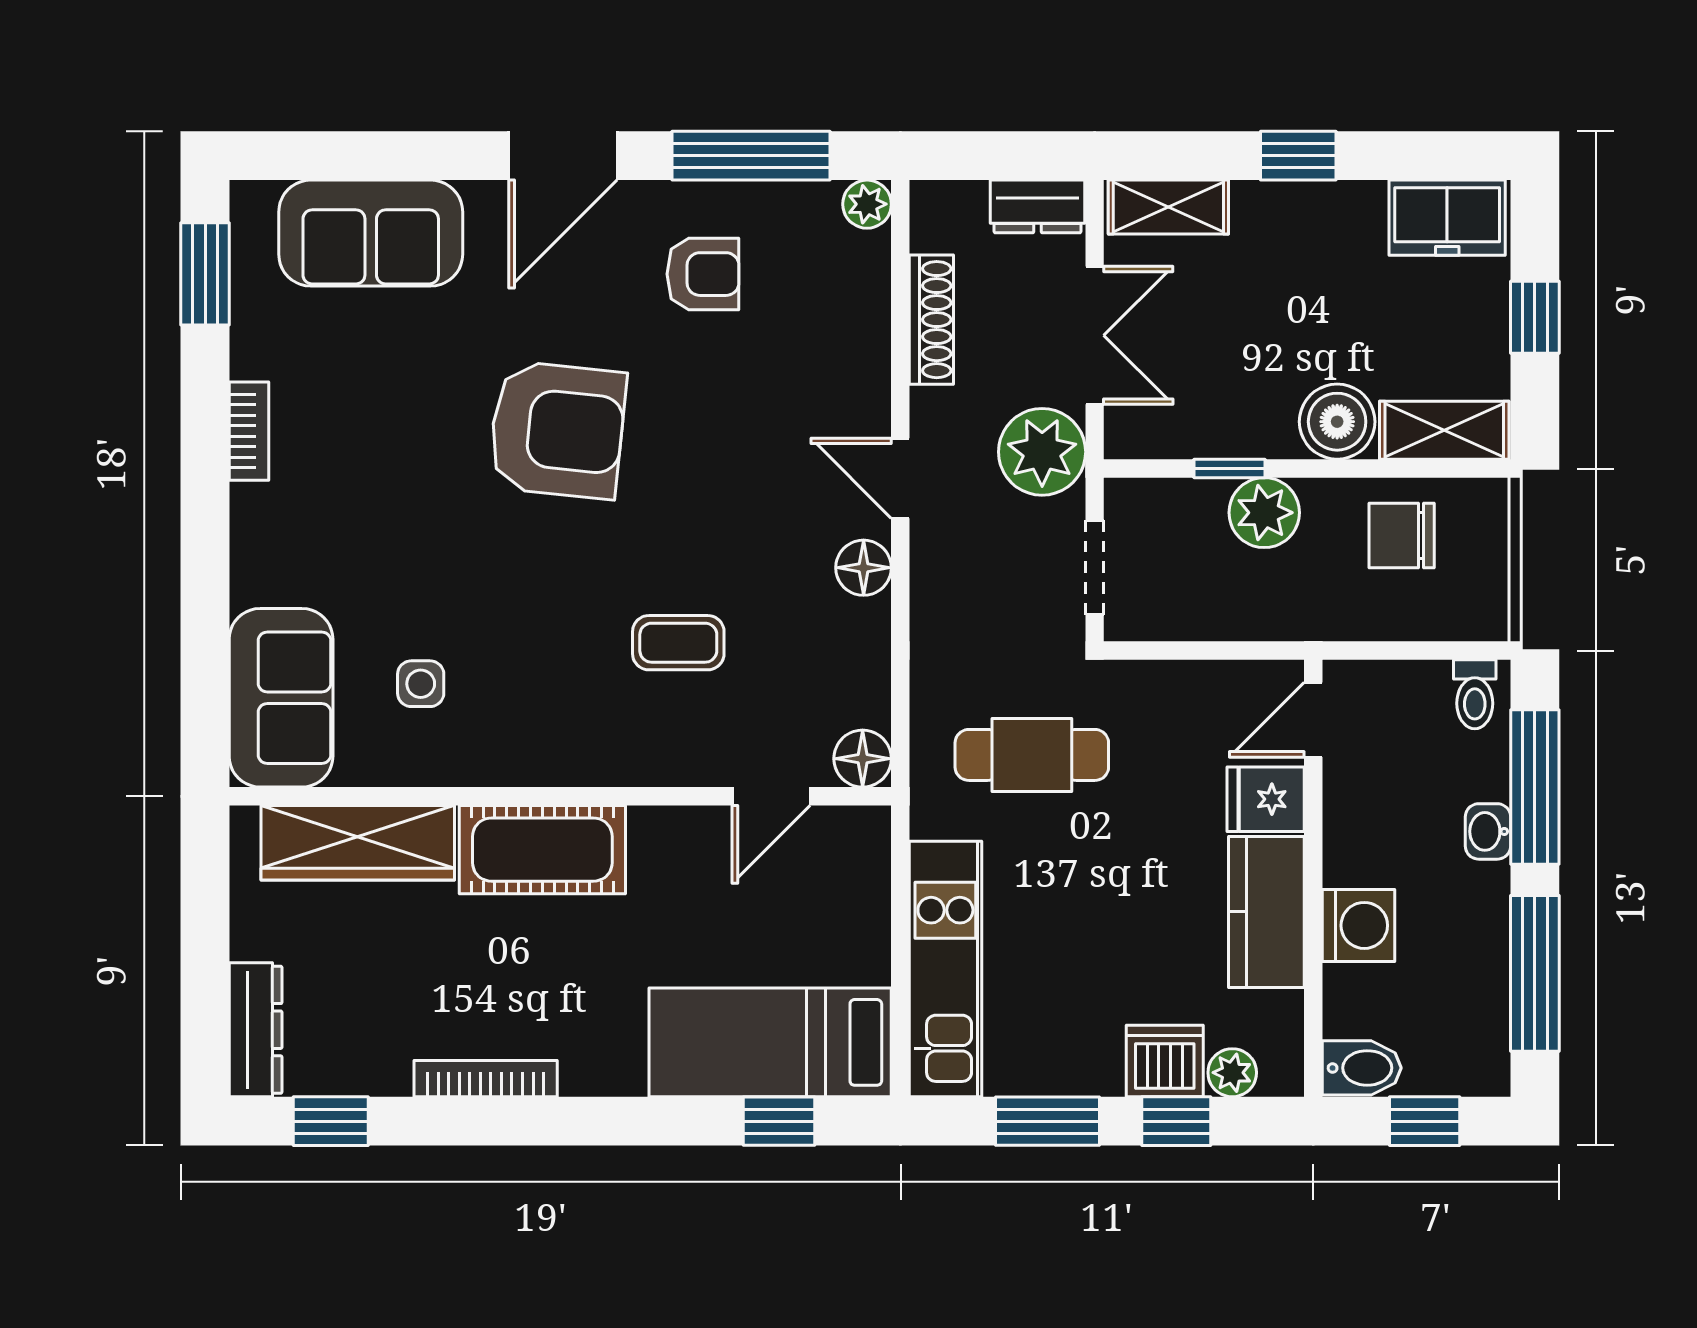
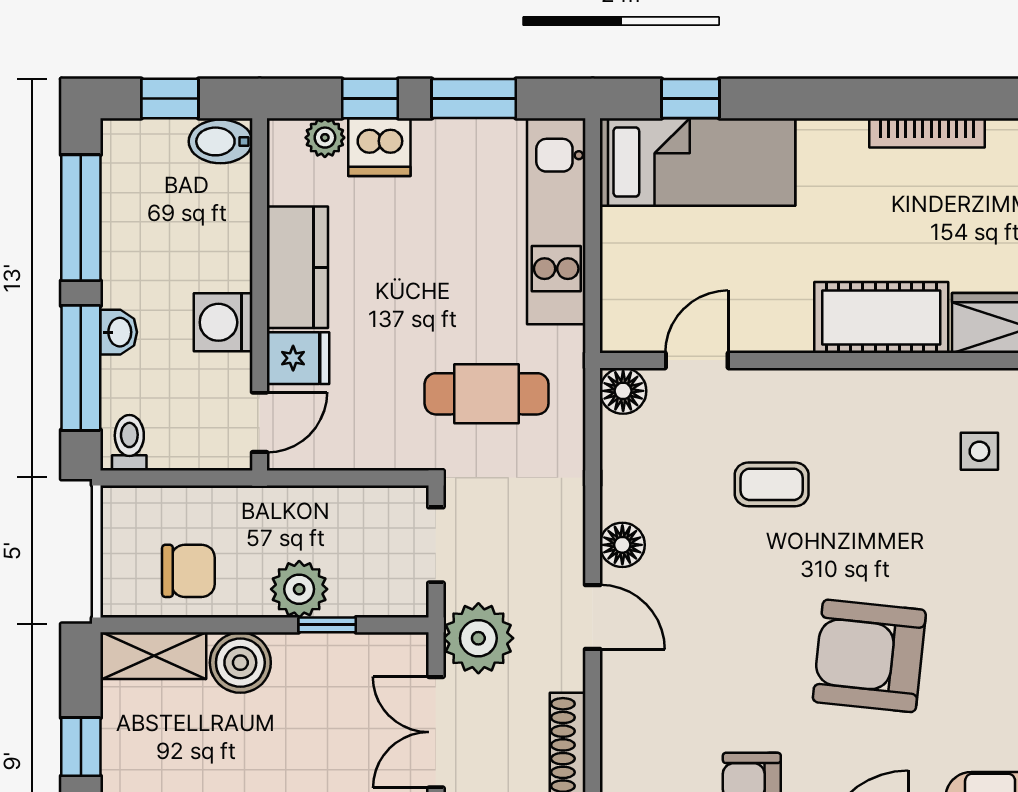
washing machine: (1358, 925) -> (223, 322), moved

